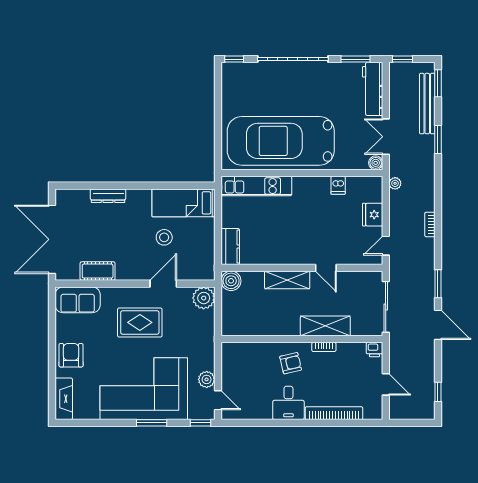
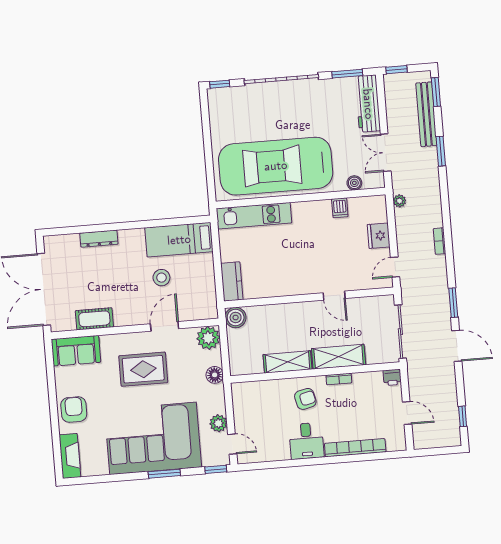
boiler: (376, 163) -> (354, 183), moved
shelving: (287, 280) -> (288, 362), moved
floor lamp: (207, 333) -> (215, 375), added

